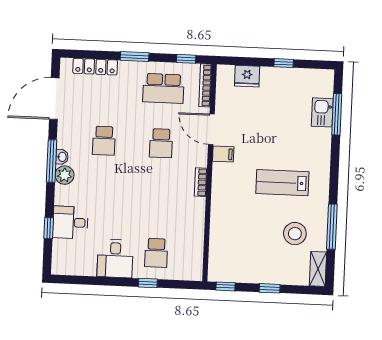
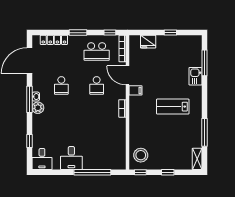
kitchen sink: (322, 112) -> (196, 76), moved
desk: (70, 222) -> (42, 159), moved, turned -90
stool: (295, 234) -> (141, 155), moved
school desk: (156, 253) -> (97, 153), removed
window: (148, 283) -> (92, 172), width x3.17

